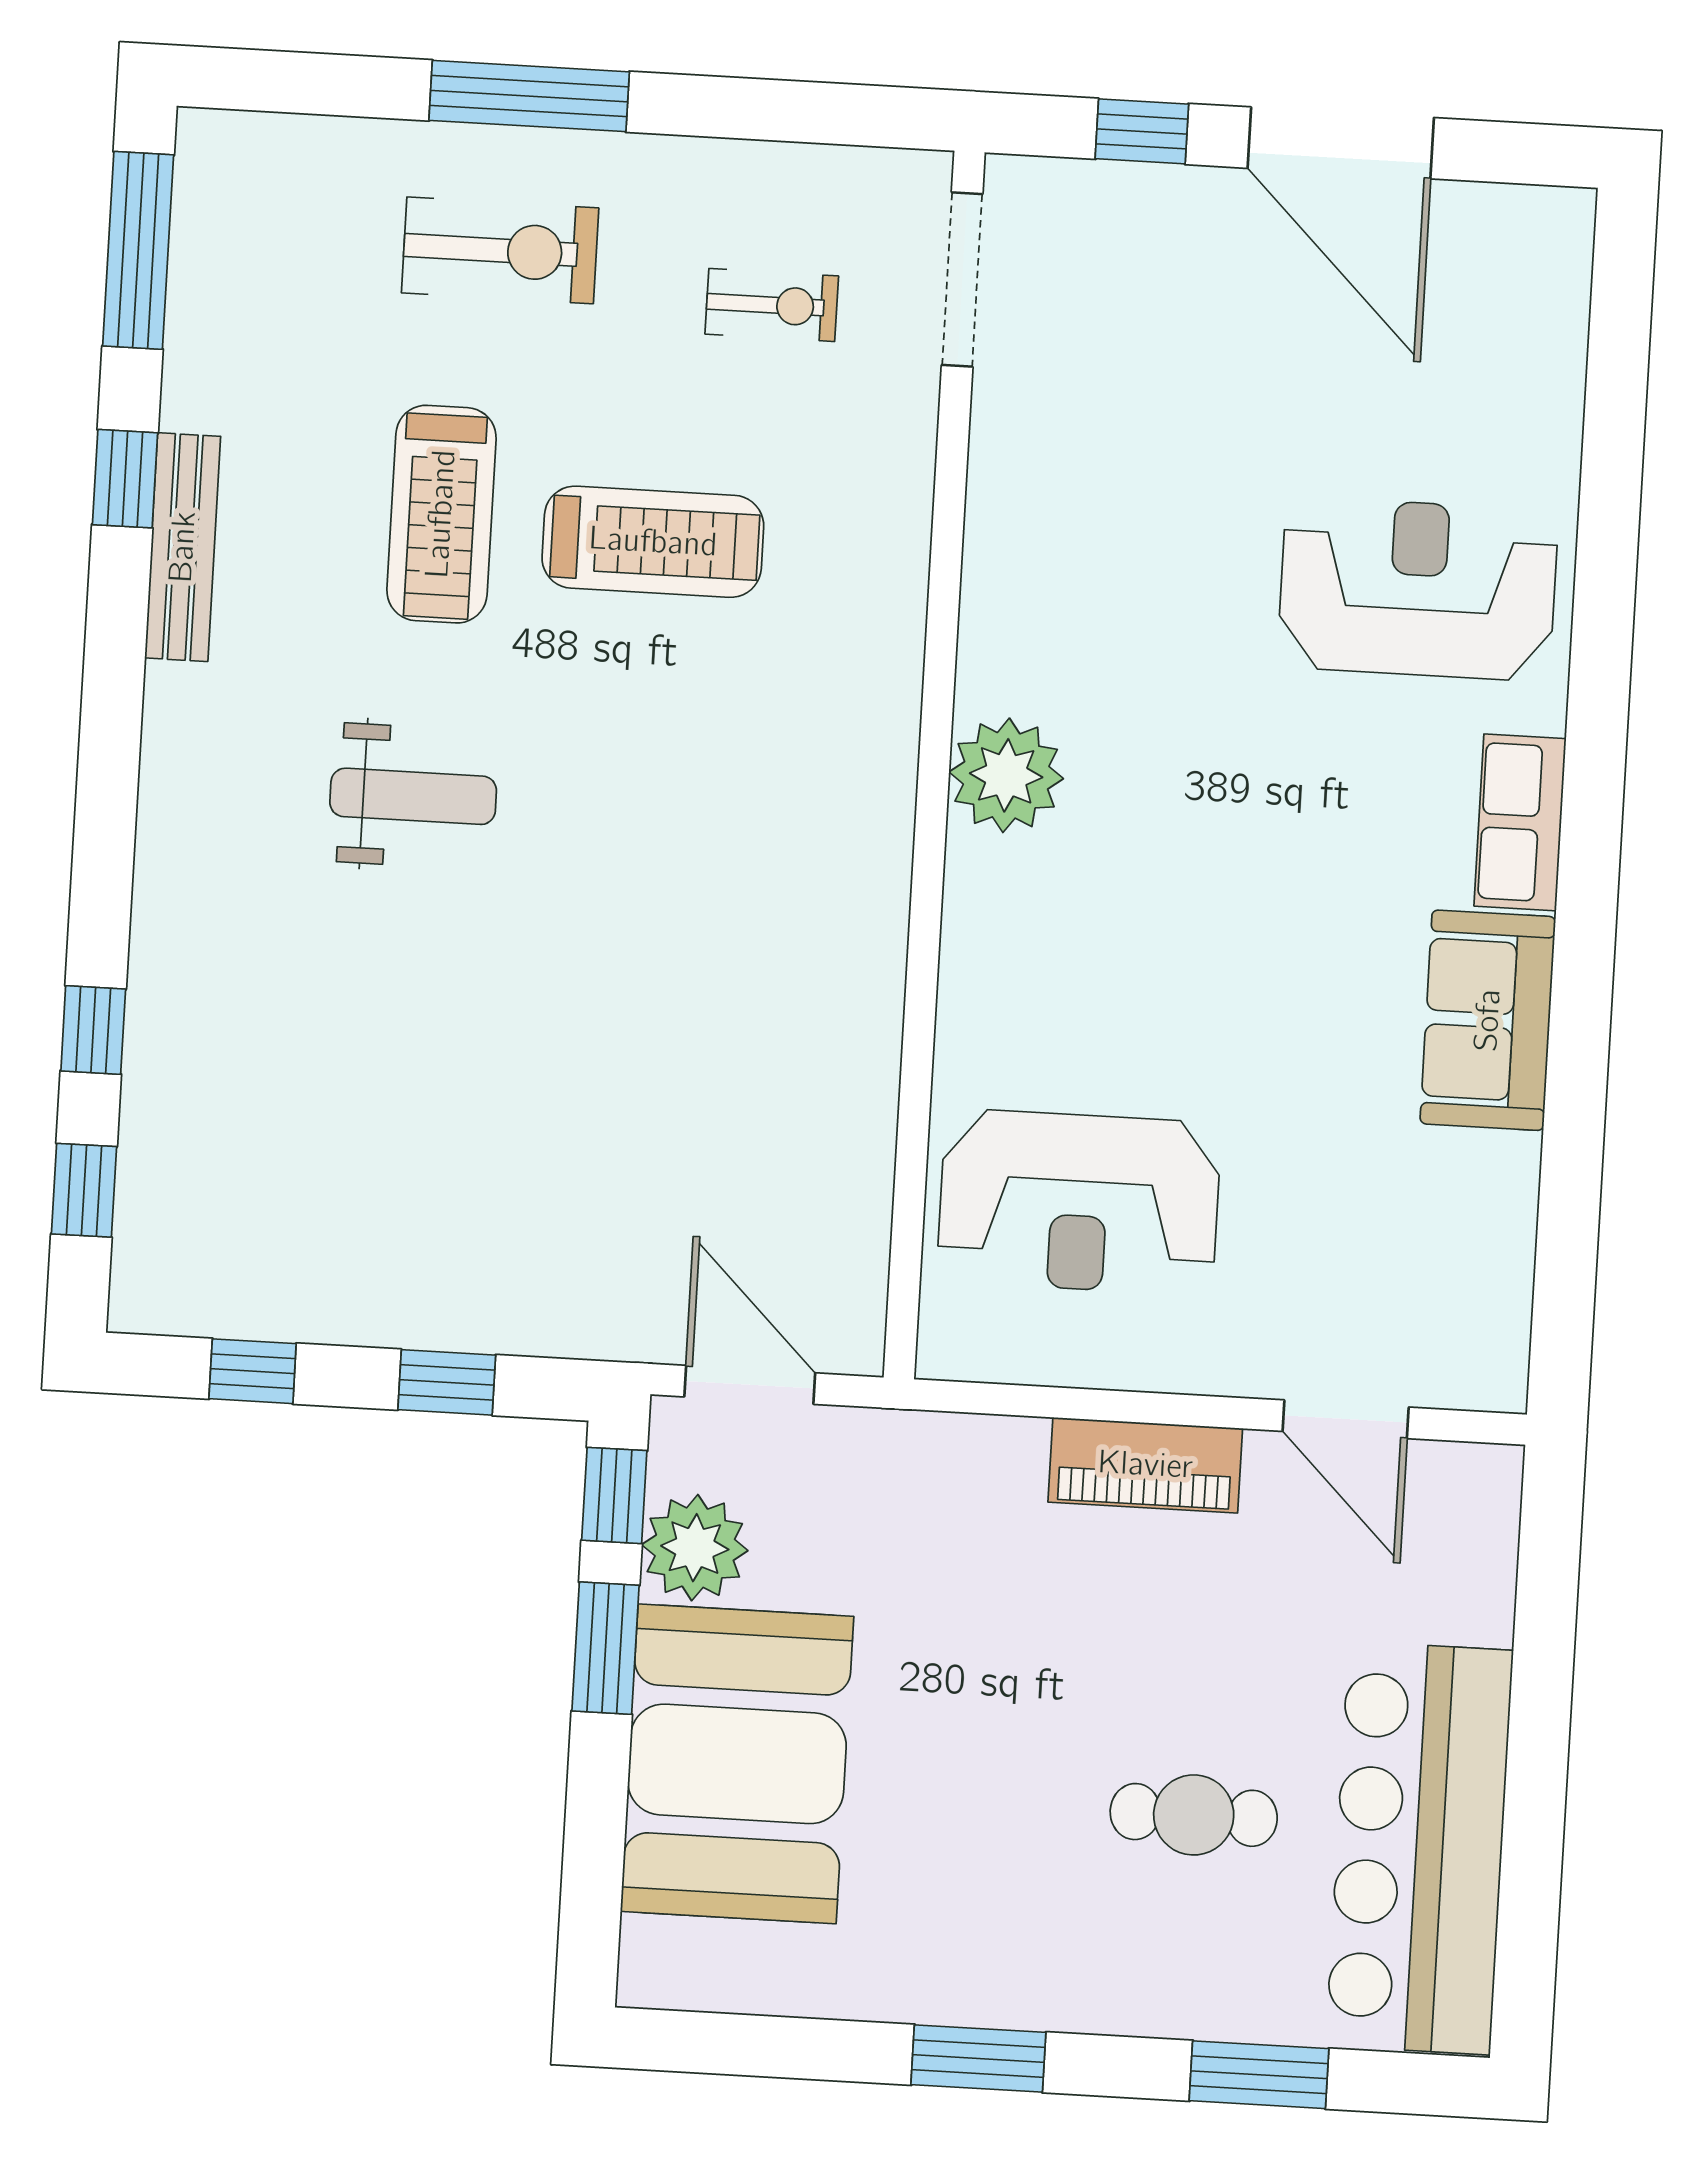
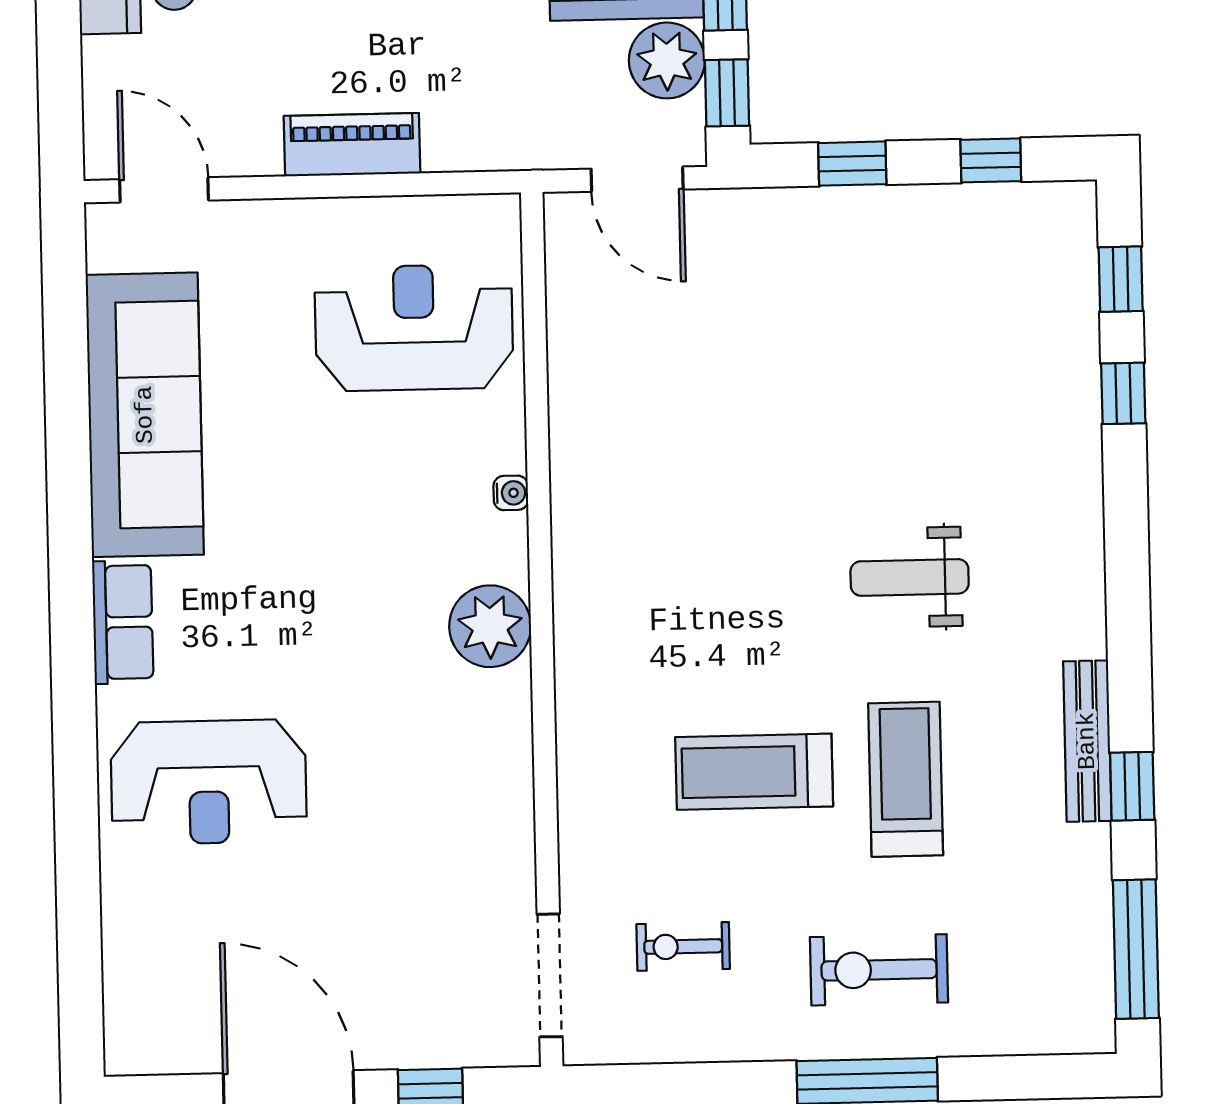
water cooler: (962, 960) -> (511, 493), added
sofa: (1488, 1020) -> (145, 415), width x1.85, depth x1.27
door: (1346, 1419) -> (164, 190), moved

